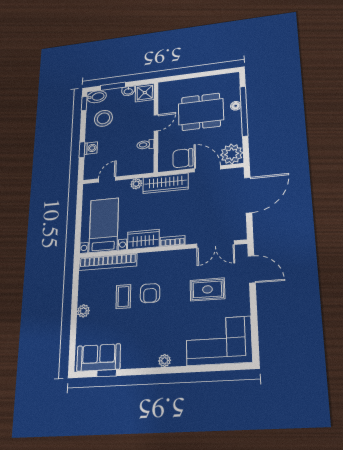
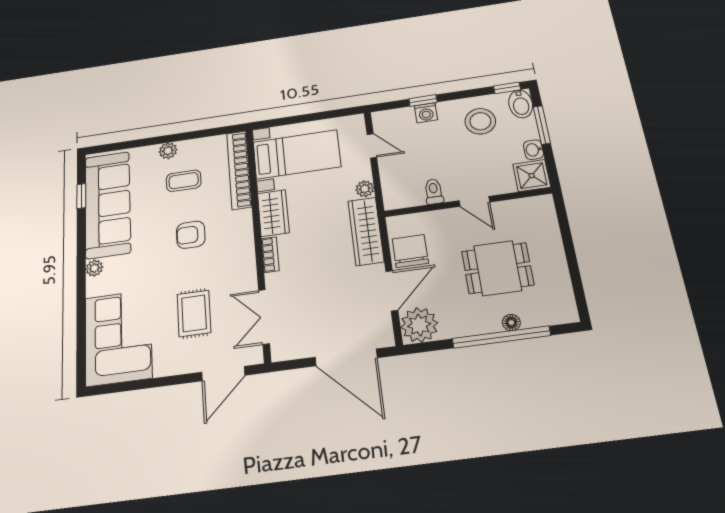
dining table: (201, 112) -> (498, 268), width x0.73
coffee table: (123, 296) -> (184, 181), moved
sofa: (99, 358) -> (108, 204), width x1.85, depth x1.27

